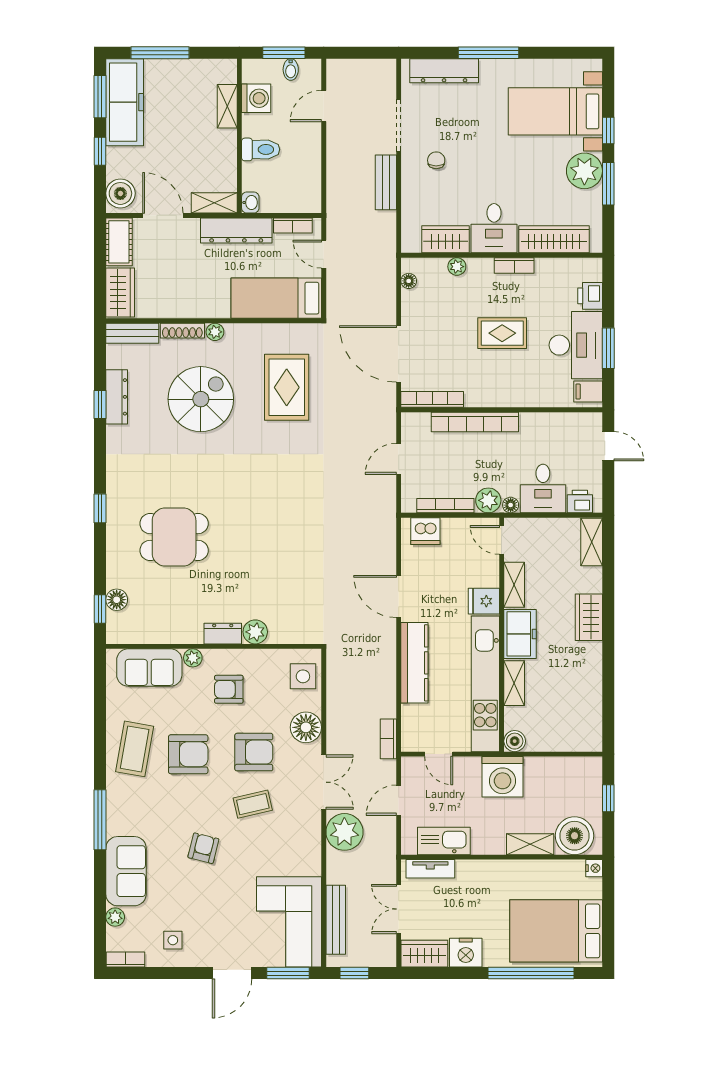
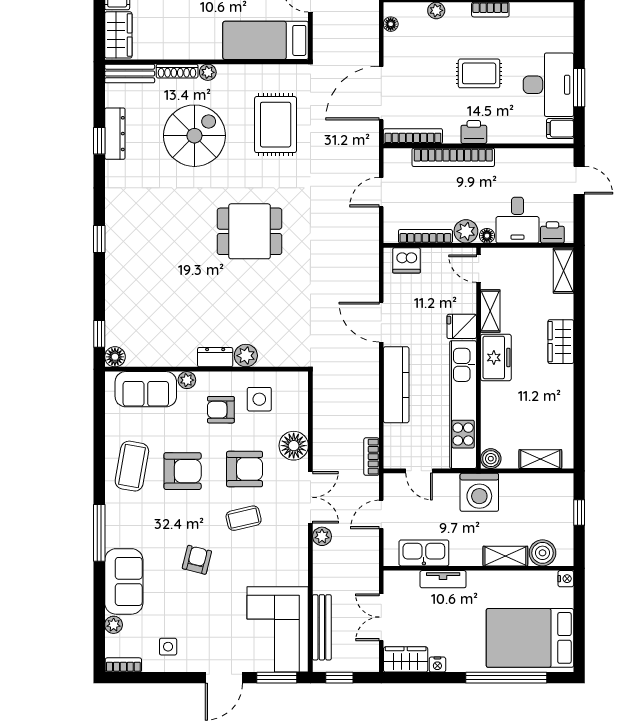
printer: (590, 296) -> (474, 132), moved, turned 90
door: (399, 354) -> (381, 93), hinge flipped
dining table: (174, 537) -> (250, 231), moved
floor lamp: (117, 600) -> (115, 357), moved
side table: (303, 676) -> (259, 399), moved
shelving: (514, 683) -> (540, 459), moved, turned 90
plant: (344, 832) -> (322, 536), width x0.53, depth x0.53
boiler: (575, 836) -> (542, 553), width x0.73, depth x0.73
tv unit: (430, 869) -> (443, 579), moved
nightstand: (466, 953) -> (437, 665), width x0.53, depth x0.56

